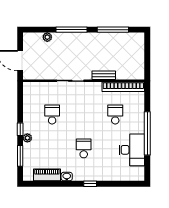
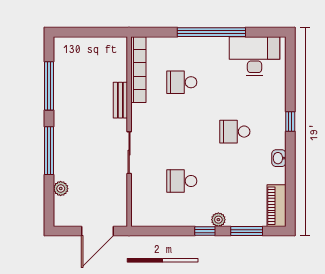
desk: (132, 150) -> (255, 56), moved
piano: (47, 175) -> (276, 206), moved

